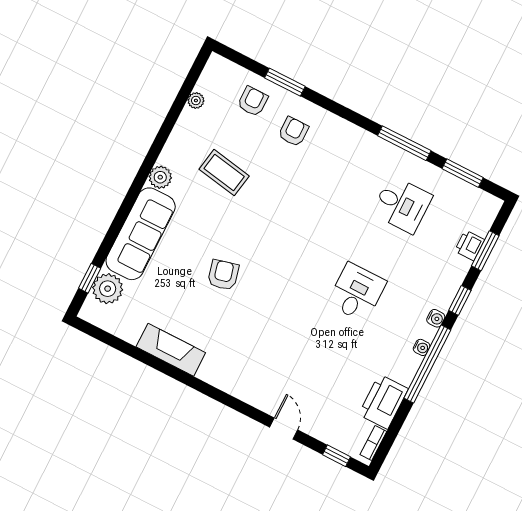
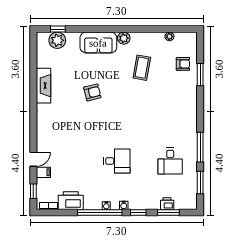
armchair: (293, 132) -> (178, 91), removed
sofa: (141, 234) -> (98, 43), width x0.73
filing cabinet: (313, 423) -> (43, 172), added

